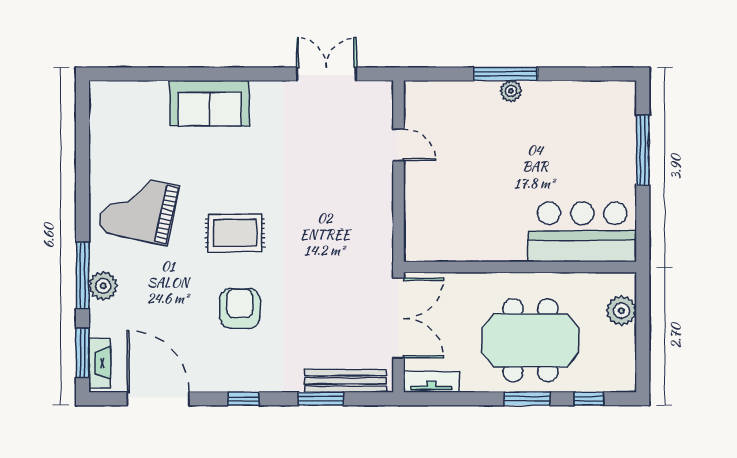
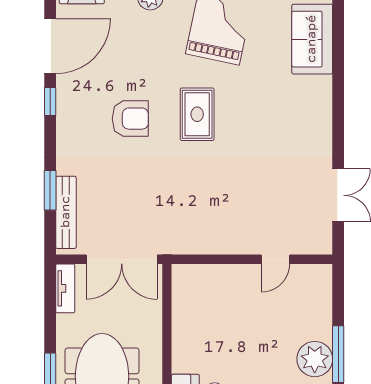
plant: (511, 91) -> (315, 359), width x1.88, depth x1.88
sofa: (209, 103) -> (312, 39), moved
window: (244, 399) -> (50, 101), moved

